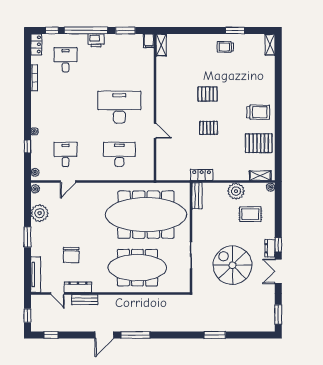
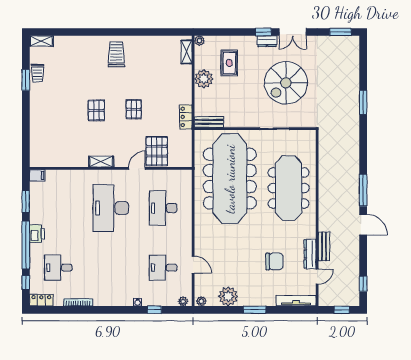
shelving: (161, 45) -> (101, 162), moved
trolley: (225, 47) -> (38, 73), moved
pallet: (259, 143) -> (157, 151), moved

